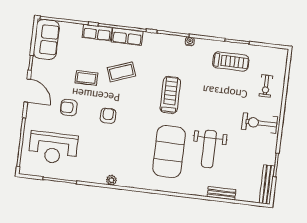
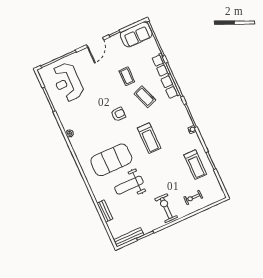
treadmill: (170, 95) -> (149, 138), turned 90
armchair: (69, 108) -> (100, 76), removed
armchair: (108, 116) -> (118, 114), moved

